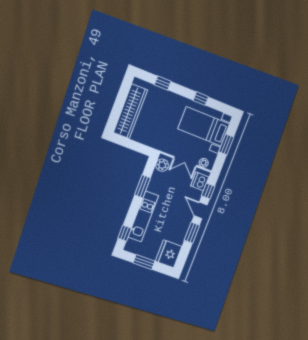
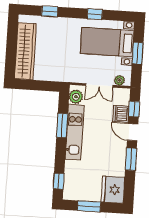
dishwasher: (200, 181) -> (121, 114), moved
kitchen unit: (143, 216) -> (75, 132), moved

